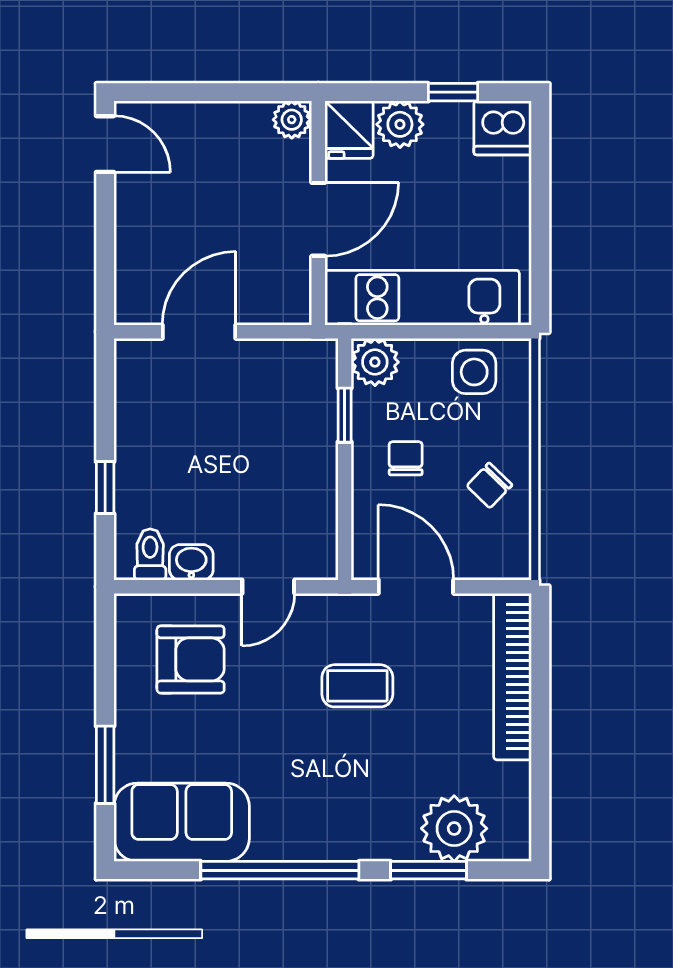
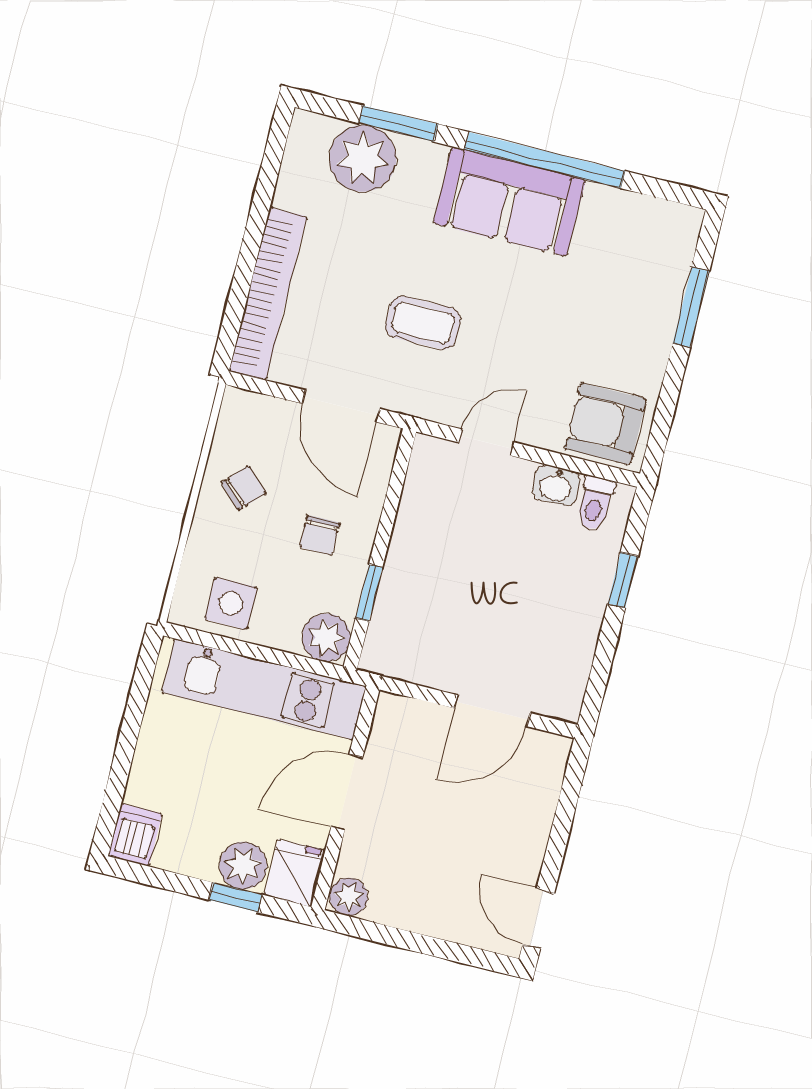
window: (453, 92) -> (236, 897), moved
dishwasher: (503, 128) -> (135, 835), width x0.73
armchair: (191, 659) -> (605, 424), moved
sofa: (182, 822) -> (509, 202), moved

